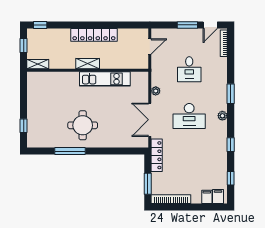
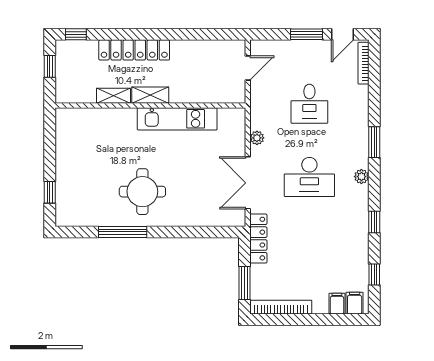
locker: (94, 35) -> (134, 50), moved
shelving: (38, 64) -> (113, 96), moved

